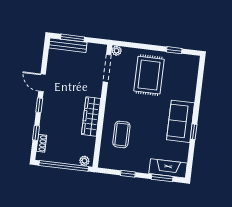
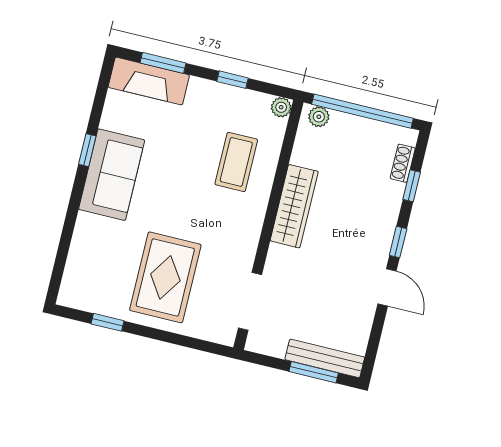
plant: (117, 51) -> (281, 107), moved

